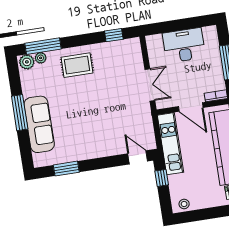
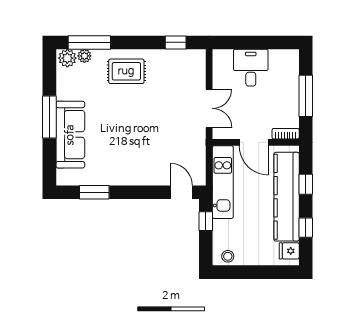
desk: (184, 45) -> (251, 68), width x0.73

